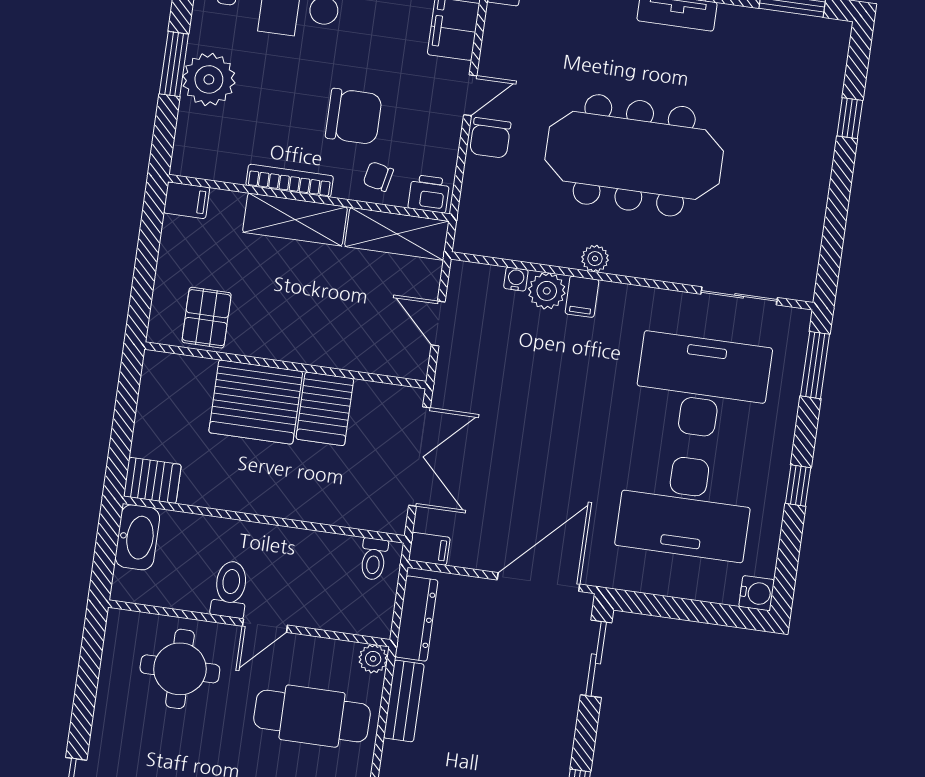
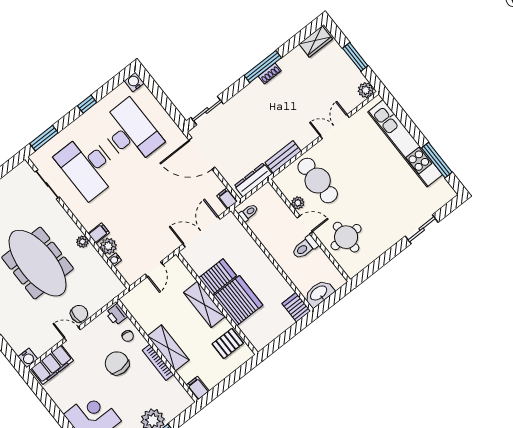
shelving: (397, 234) -> (204, 304), moved
plant: (373, 659) -> (298, 203), moved

